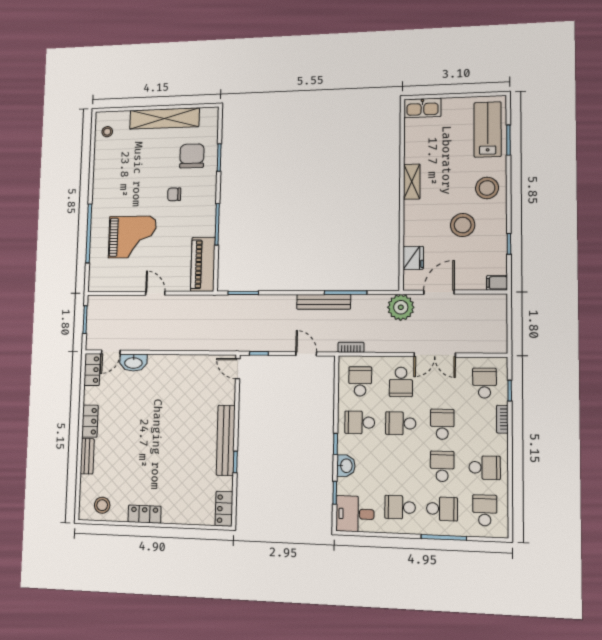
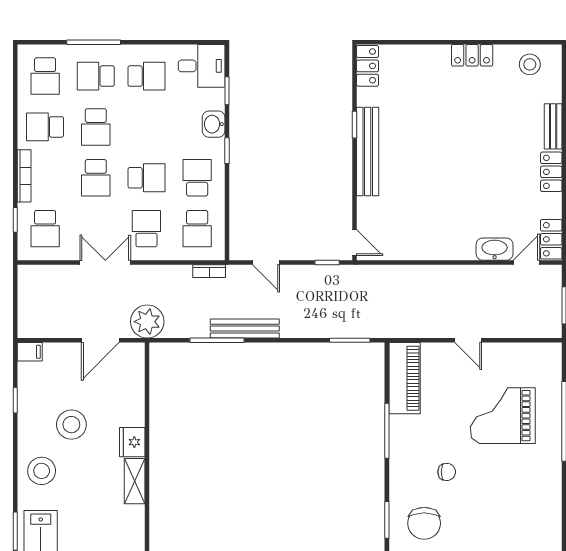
fridge: (413, 258) -> (132, 442), moved
bookcase: (502, 419) -> (24, 176), width x1.56
school desk: (360, 422) -> (197, 178), turned -90

